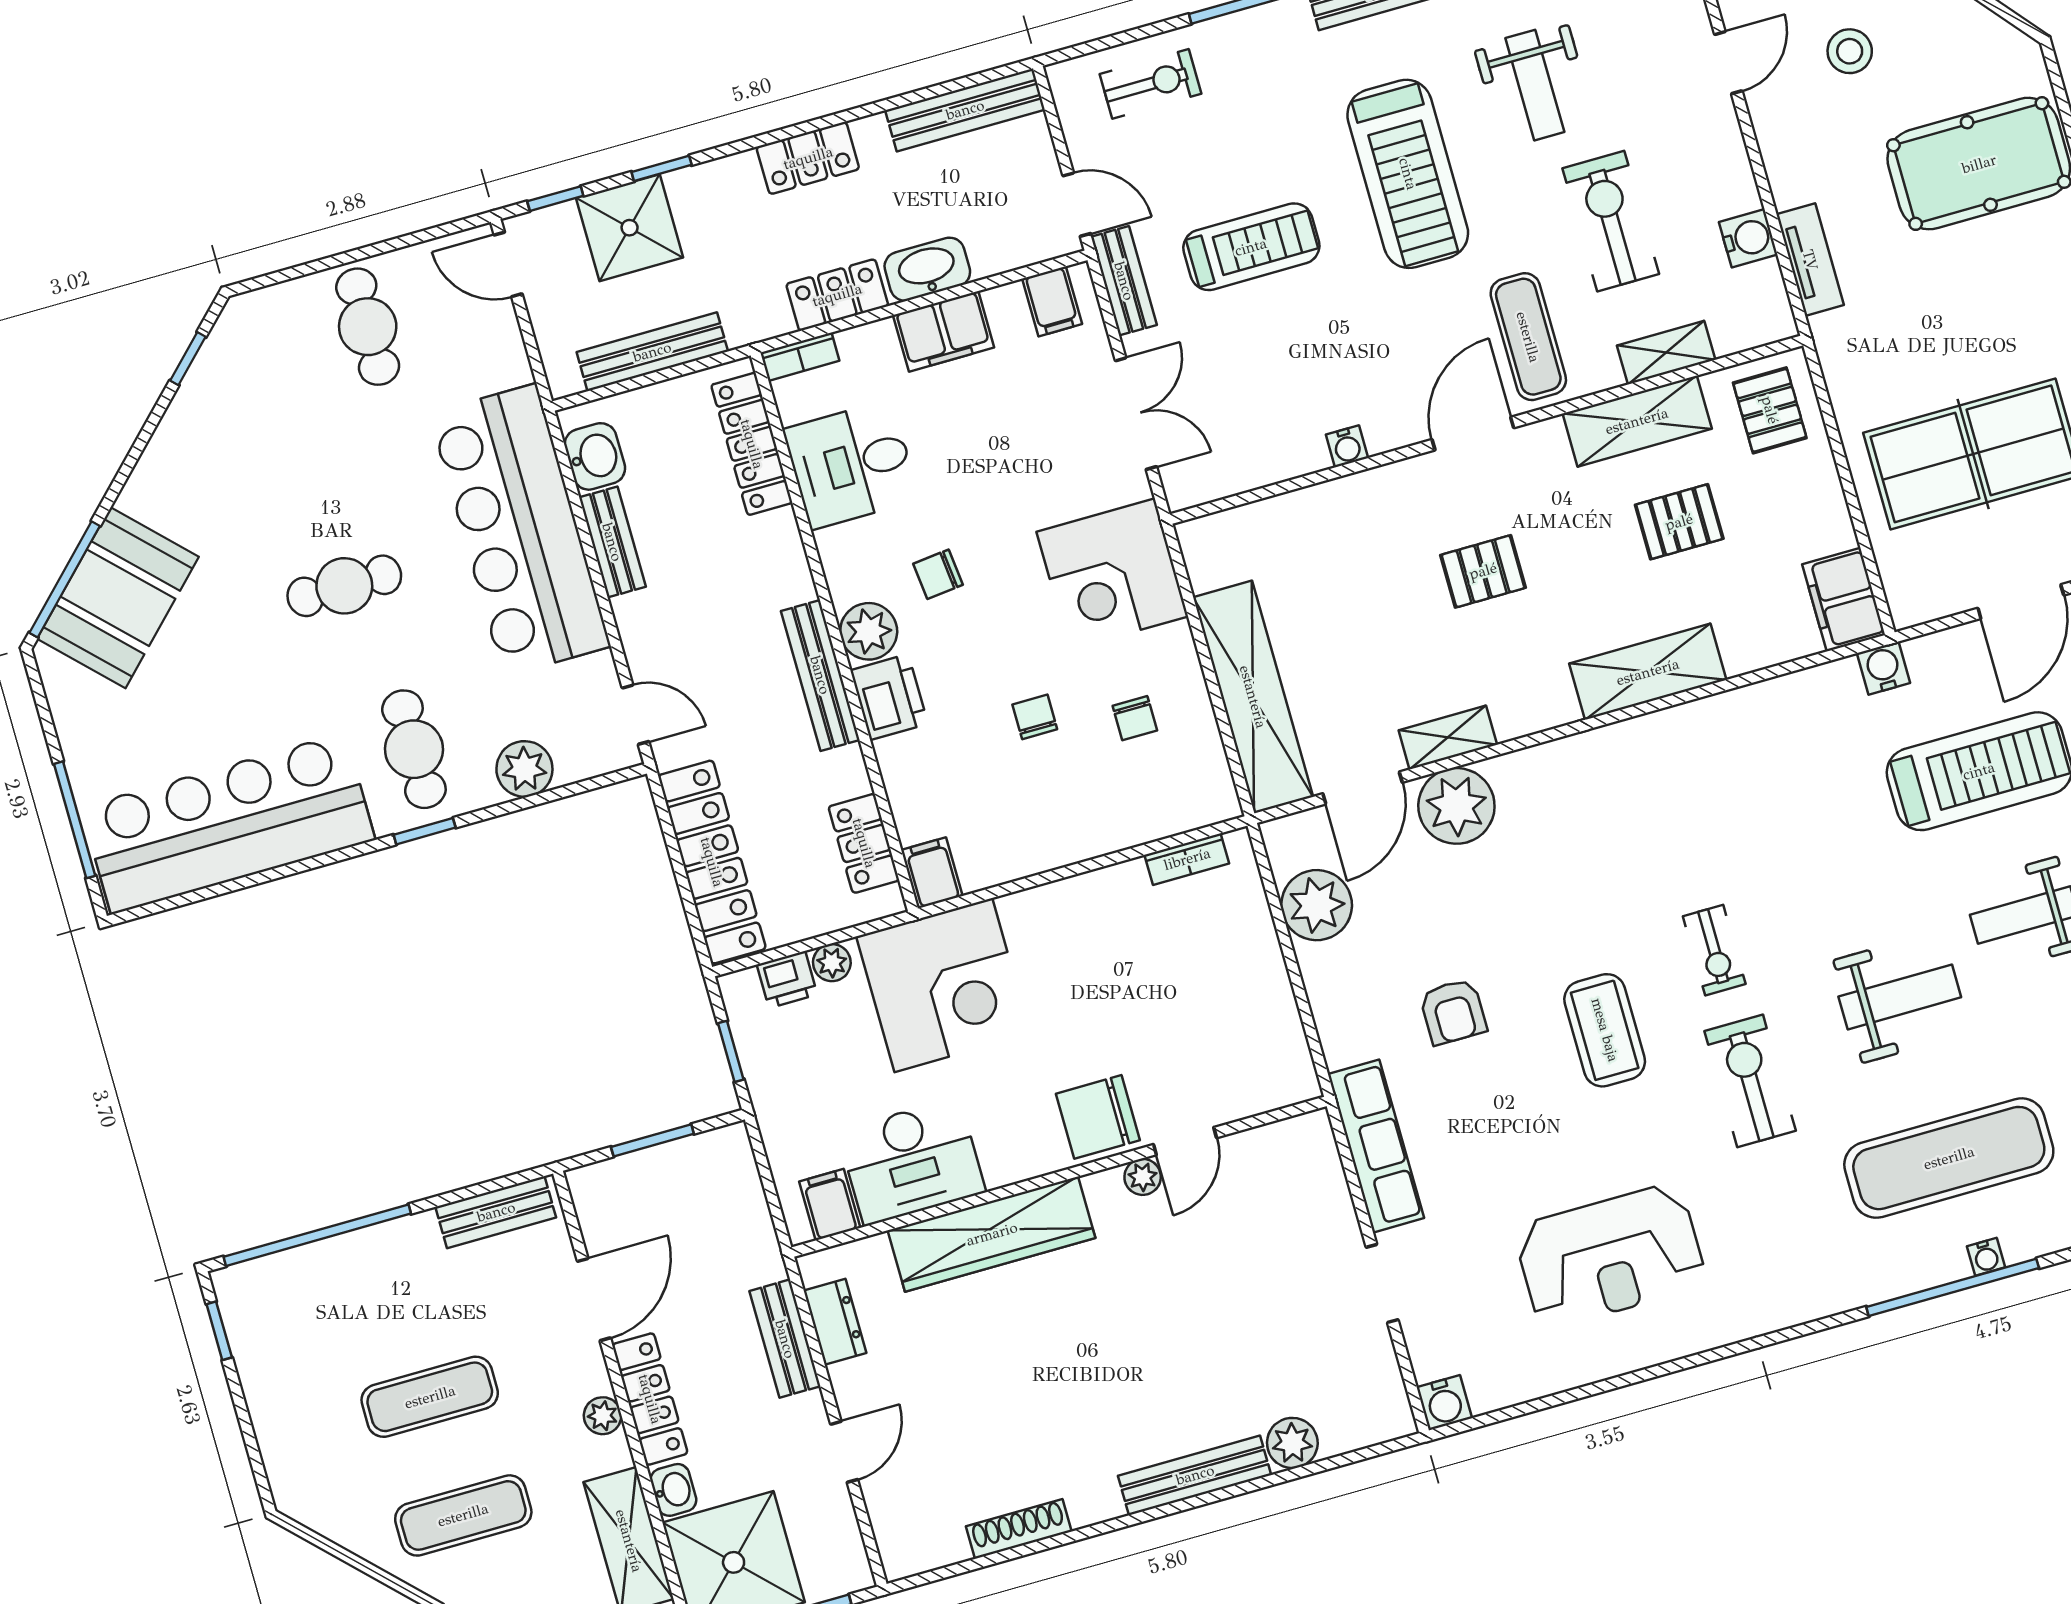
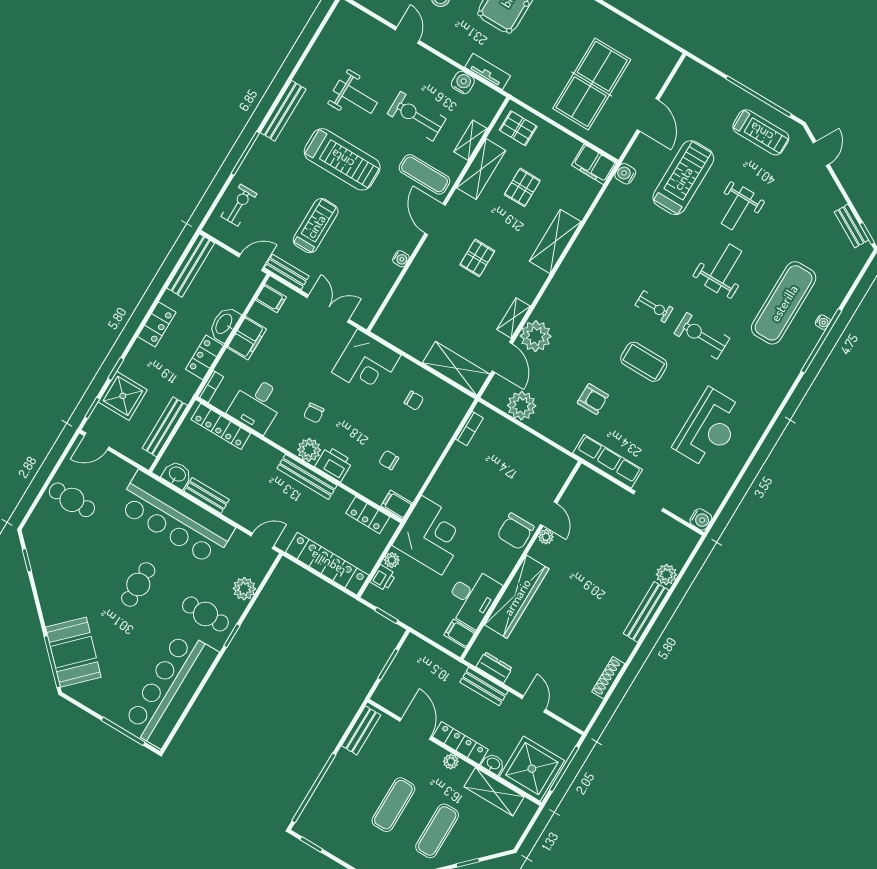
shelving: (1253, 697) -> (456, 368), width x0.68
chair: (1035, 717) -> (389, 460), moved

